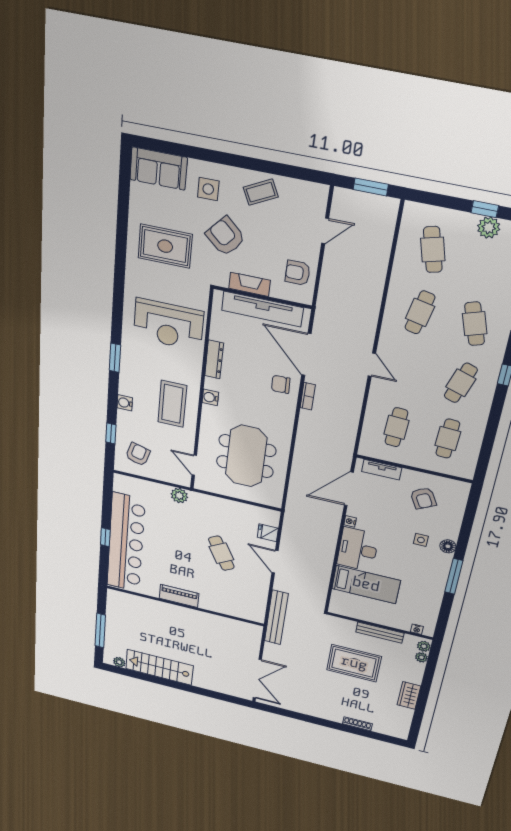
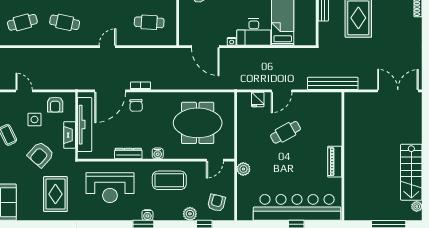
side table: (208, 189) -> (34, 120), moved
reception desk: (168, 325) -> (110, 188), turned 90
water cooler: (125, 403) -> (147, 215), moved
plant: (126, 419) -> (190, 214), added
armchair: (138, 454) -> (217, 203), turned 88
tv unit: (382, 470) -> (184, 26), removed

